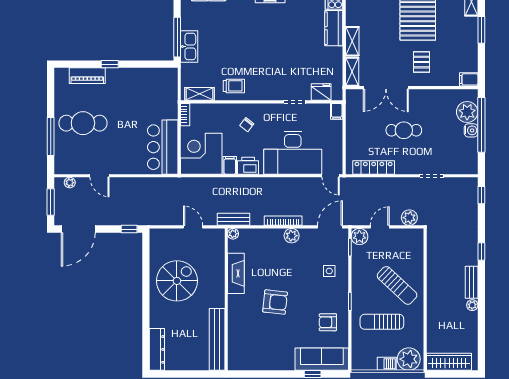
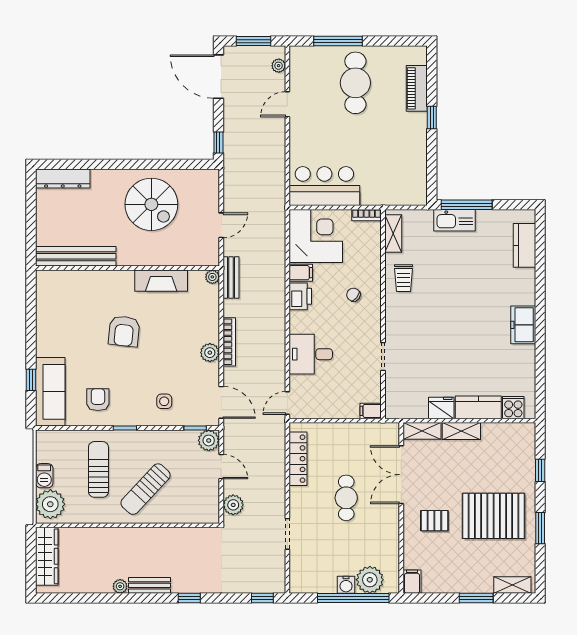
fridge: (321, 92) -> (441, 408), moved, turned -90
desk: (293, 153) -> (311, 354), width x0.53, depth x0.77

